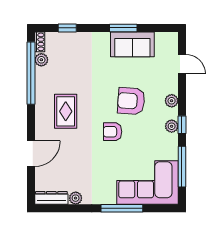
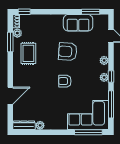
window: (67, 28) -> (24, 12), moved
window: (123, 28) -> (91, 12), moved
window: (31, 73) -> (10, 42), width x0.47
armchair: (131, 101) -> (68, 52), moved
rug: (66, 111) -> (28, 53), moved
window: (122, 208) -> (88, 132), moved

